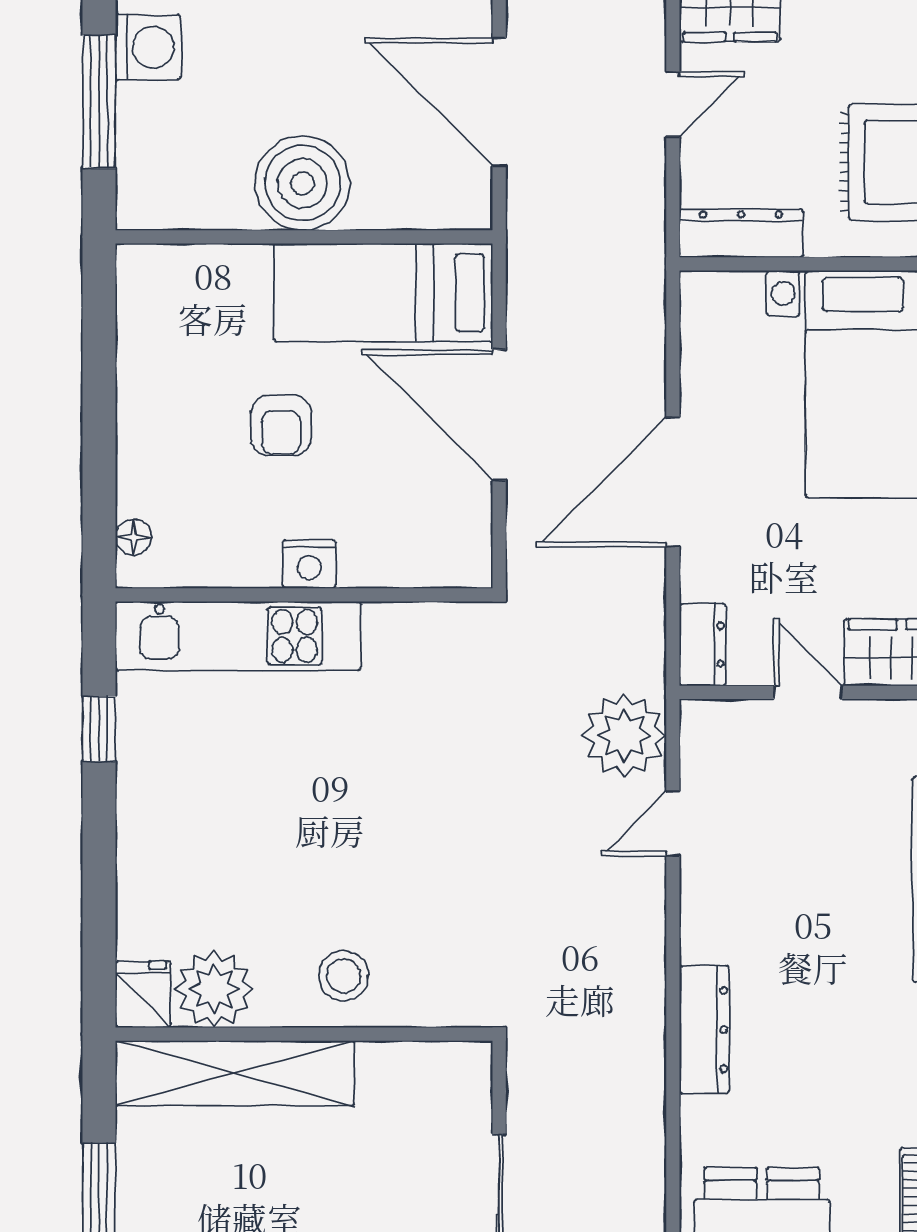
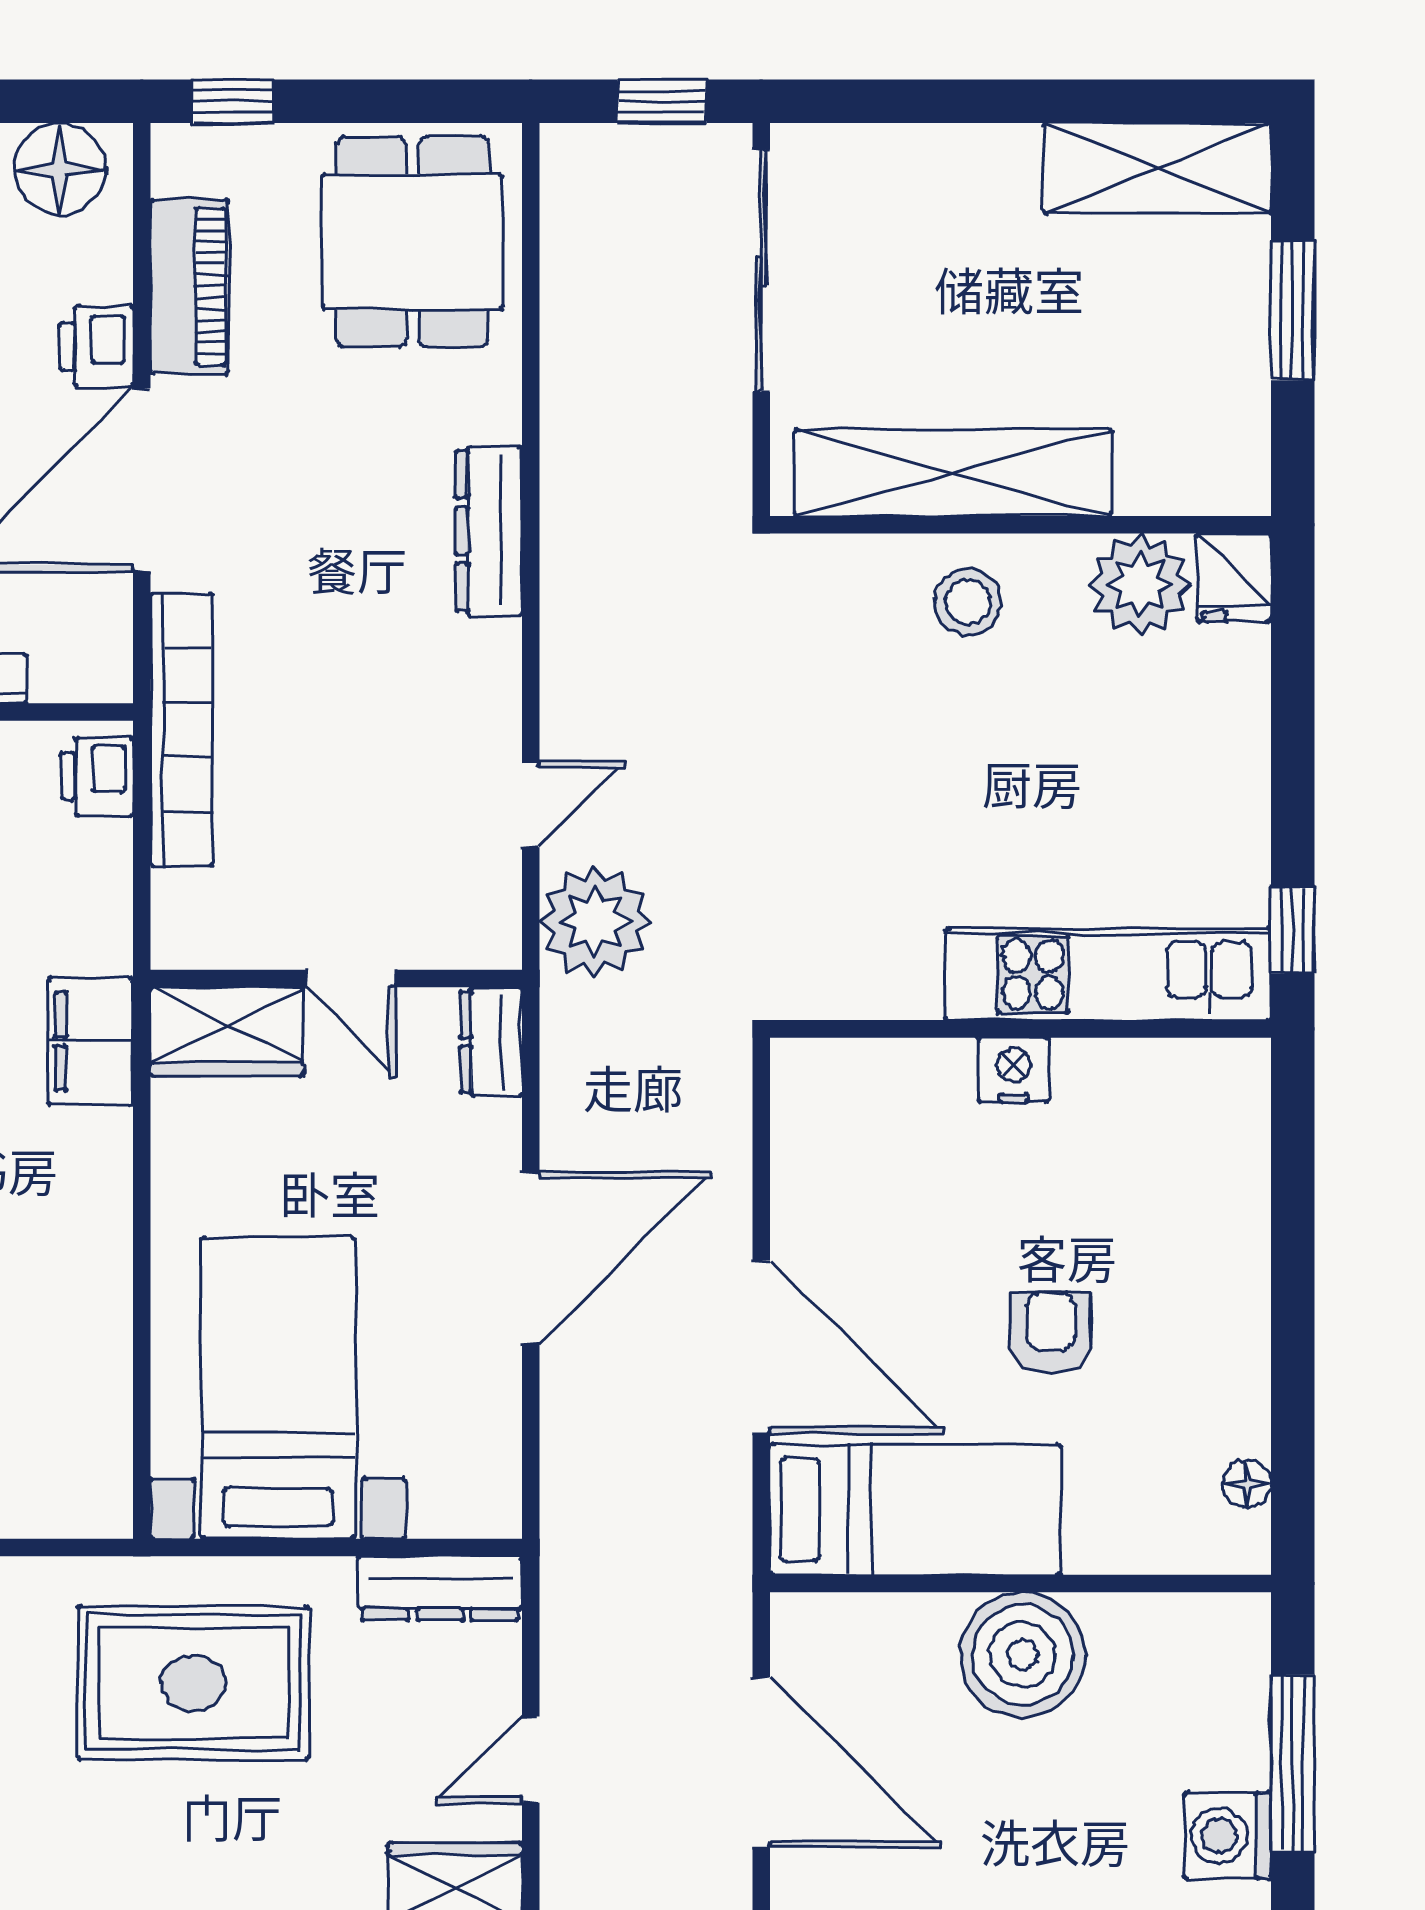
floor lamp: (133, 537) -> (1247, 1484), moved
nightstand: (309, 564) -> (1014, 1070), moved
wall: (304, 595) -> (1020, 1029), moved
kitchen unit: (238, 636) -> (1108, 974), moved
shelving: (235, 1073) -> (953, 473), moved

